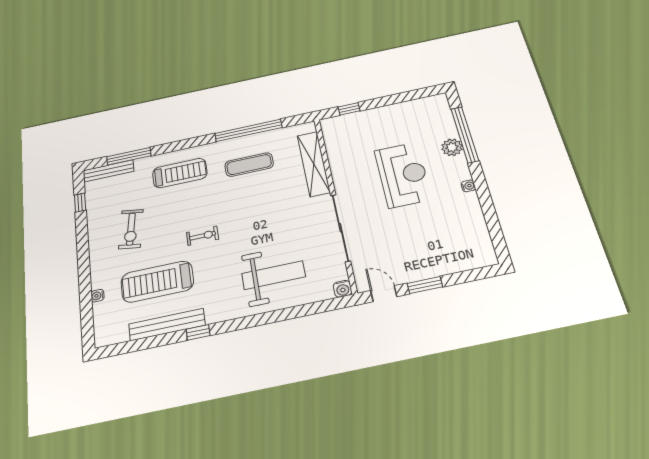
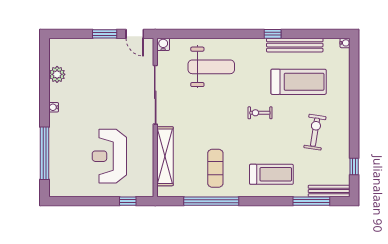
plant: (452, 147) -> (57, 74), moved
exercise mat: (249, 165) -> (215, 168), turned 90
treadmill: (180, 173) -> (271, 174), turned 180
reception desk: (403, 175) -> (109, 156), moved
weight bench: (274, 275) -> (211, 67), turned 180
water cooler: (97, 296) -> (345, 43), moved

